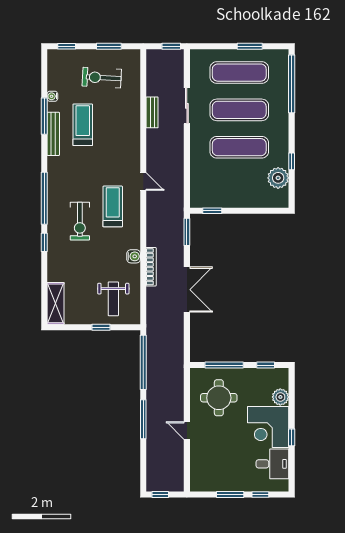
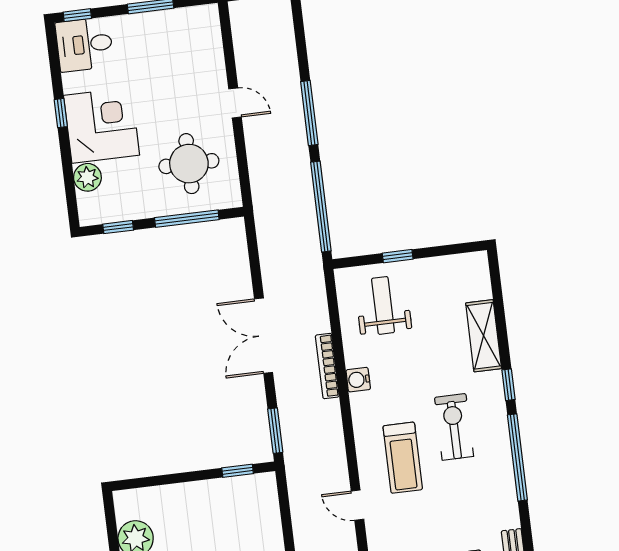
shelving: (56, 303) -> (484, 336), moved
desk: (272, 464) -> (84, 44), moved
window: (260, 495) -> (77, 15), moved

